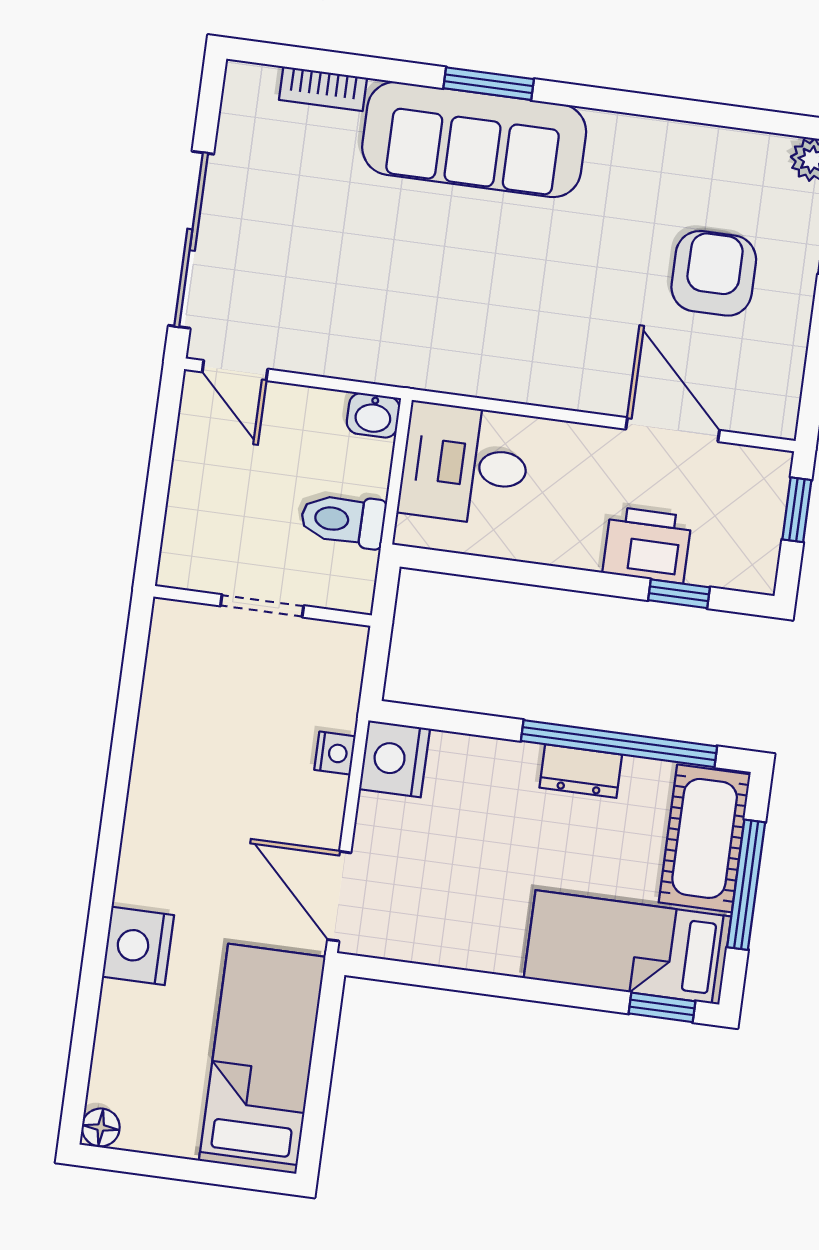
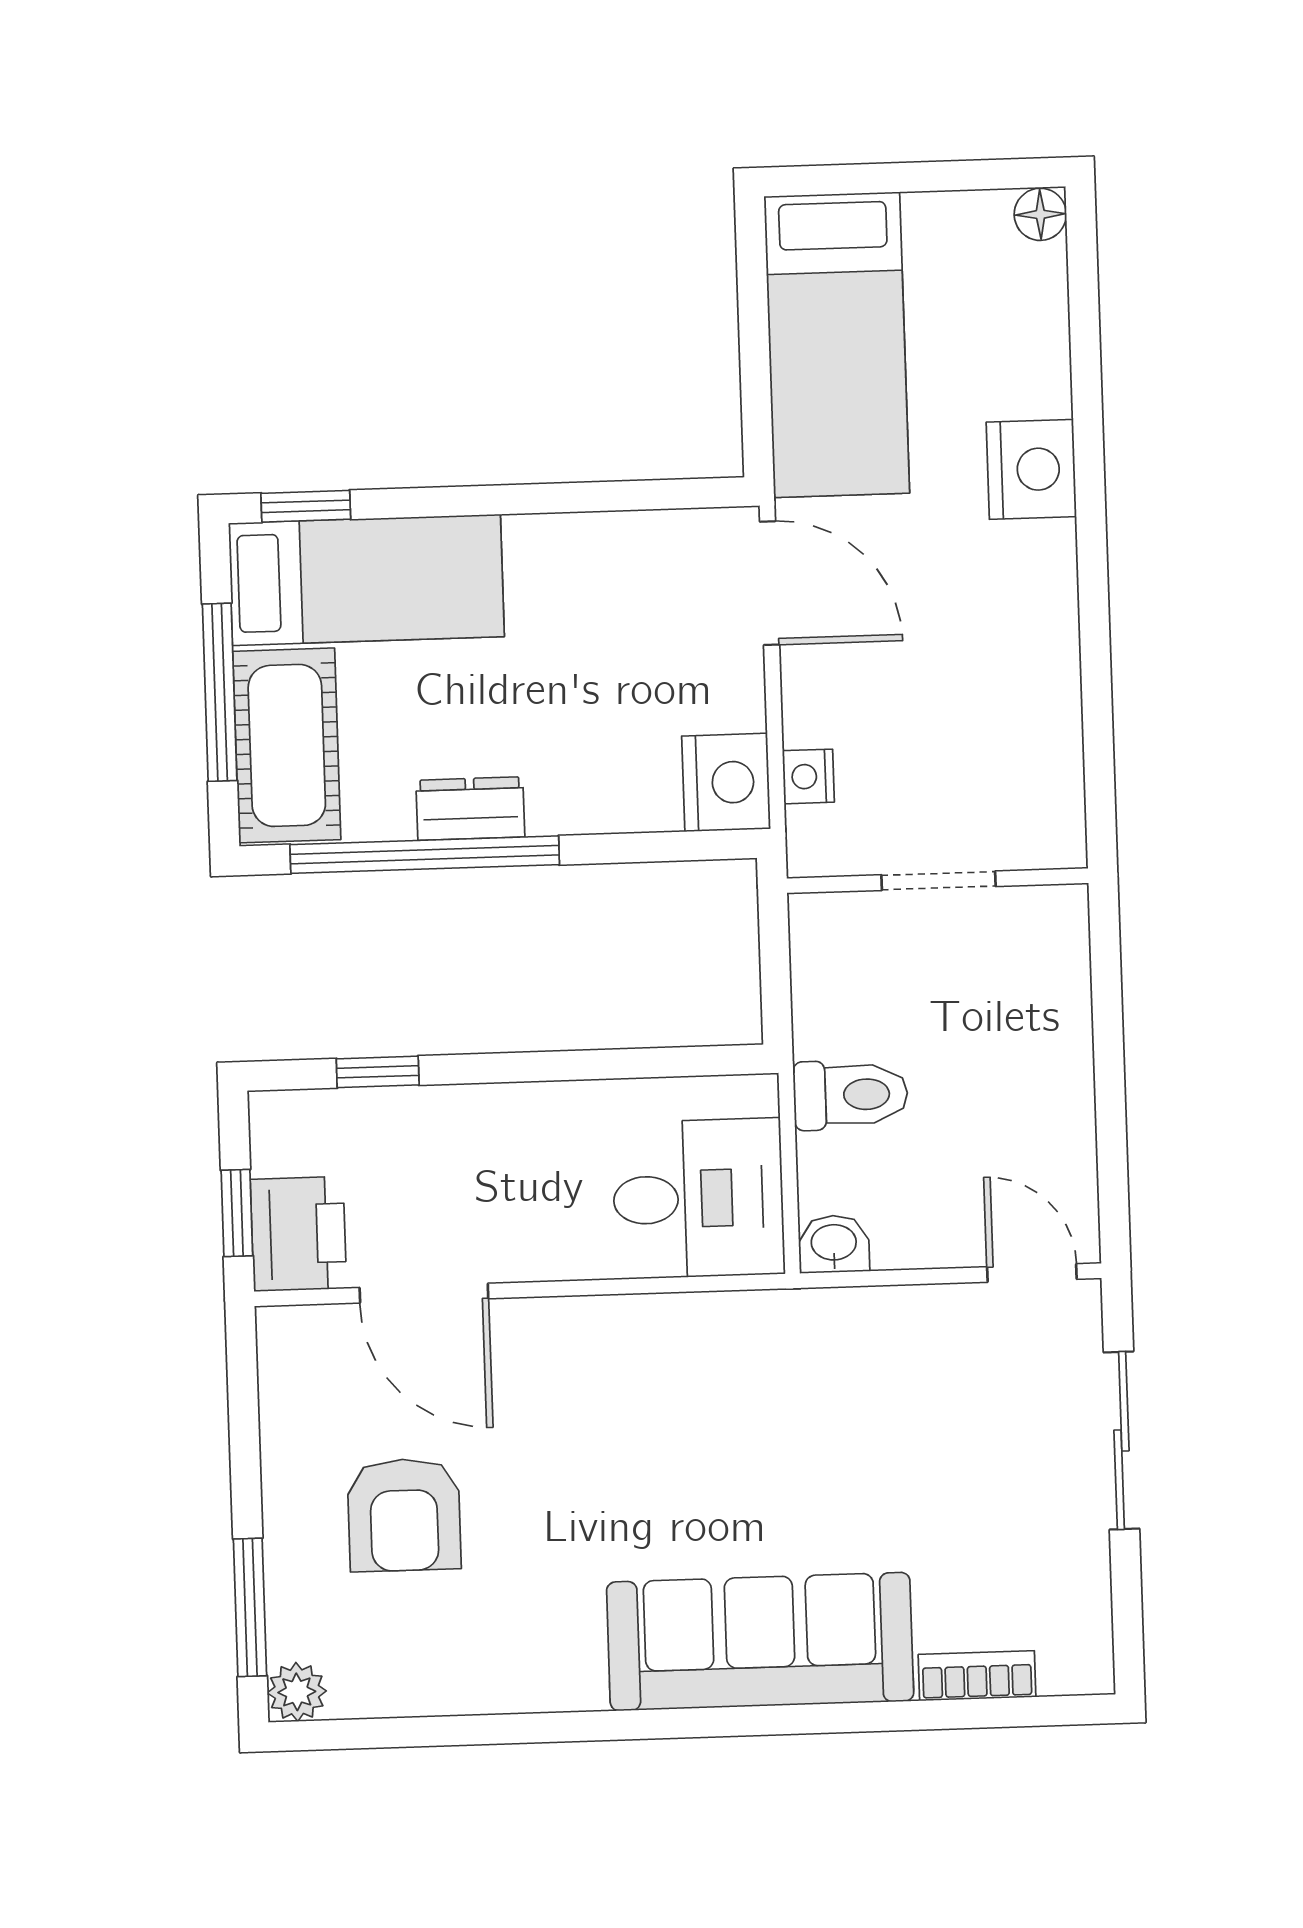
window: (489, 84) -> (753, 1721), removed
sliding door: (191, 240) -> (1122, 1440), width x0.73
printer: (647, 545) -> (298, 1234), moved, turned -90
doorway: (262, 606) -> (938, 881), moved
wall: (263, 606) -> (938, 881), moved

